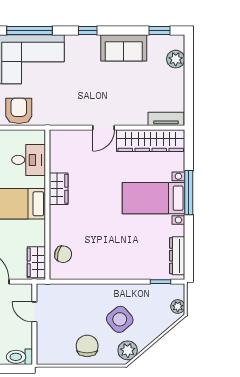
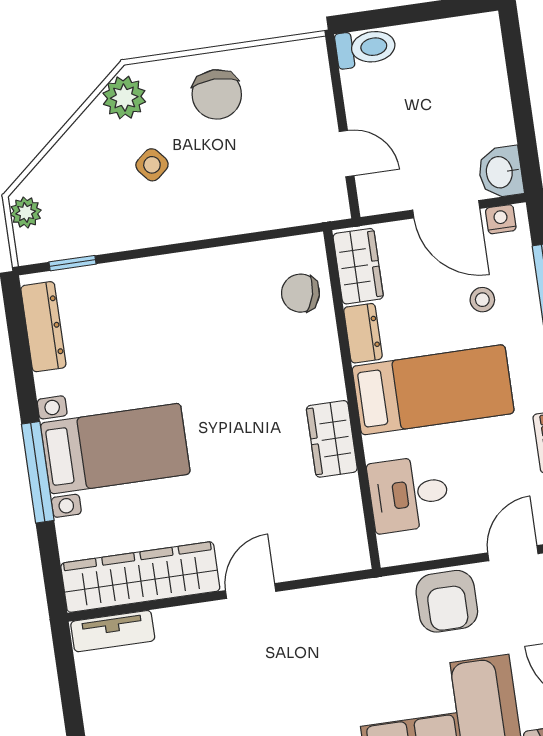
dresser: (38, 233) -> (363, 333), added
side table: (120, 319) -> (152, 165), width x0.54, depth x0.54

